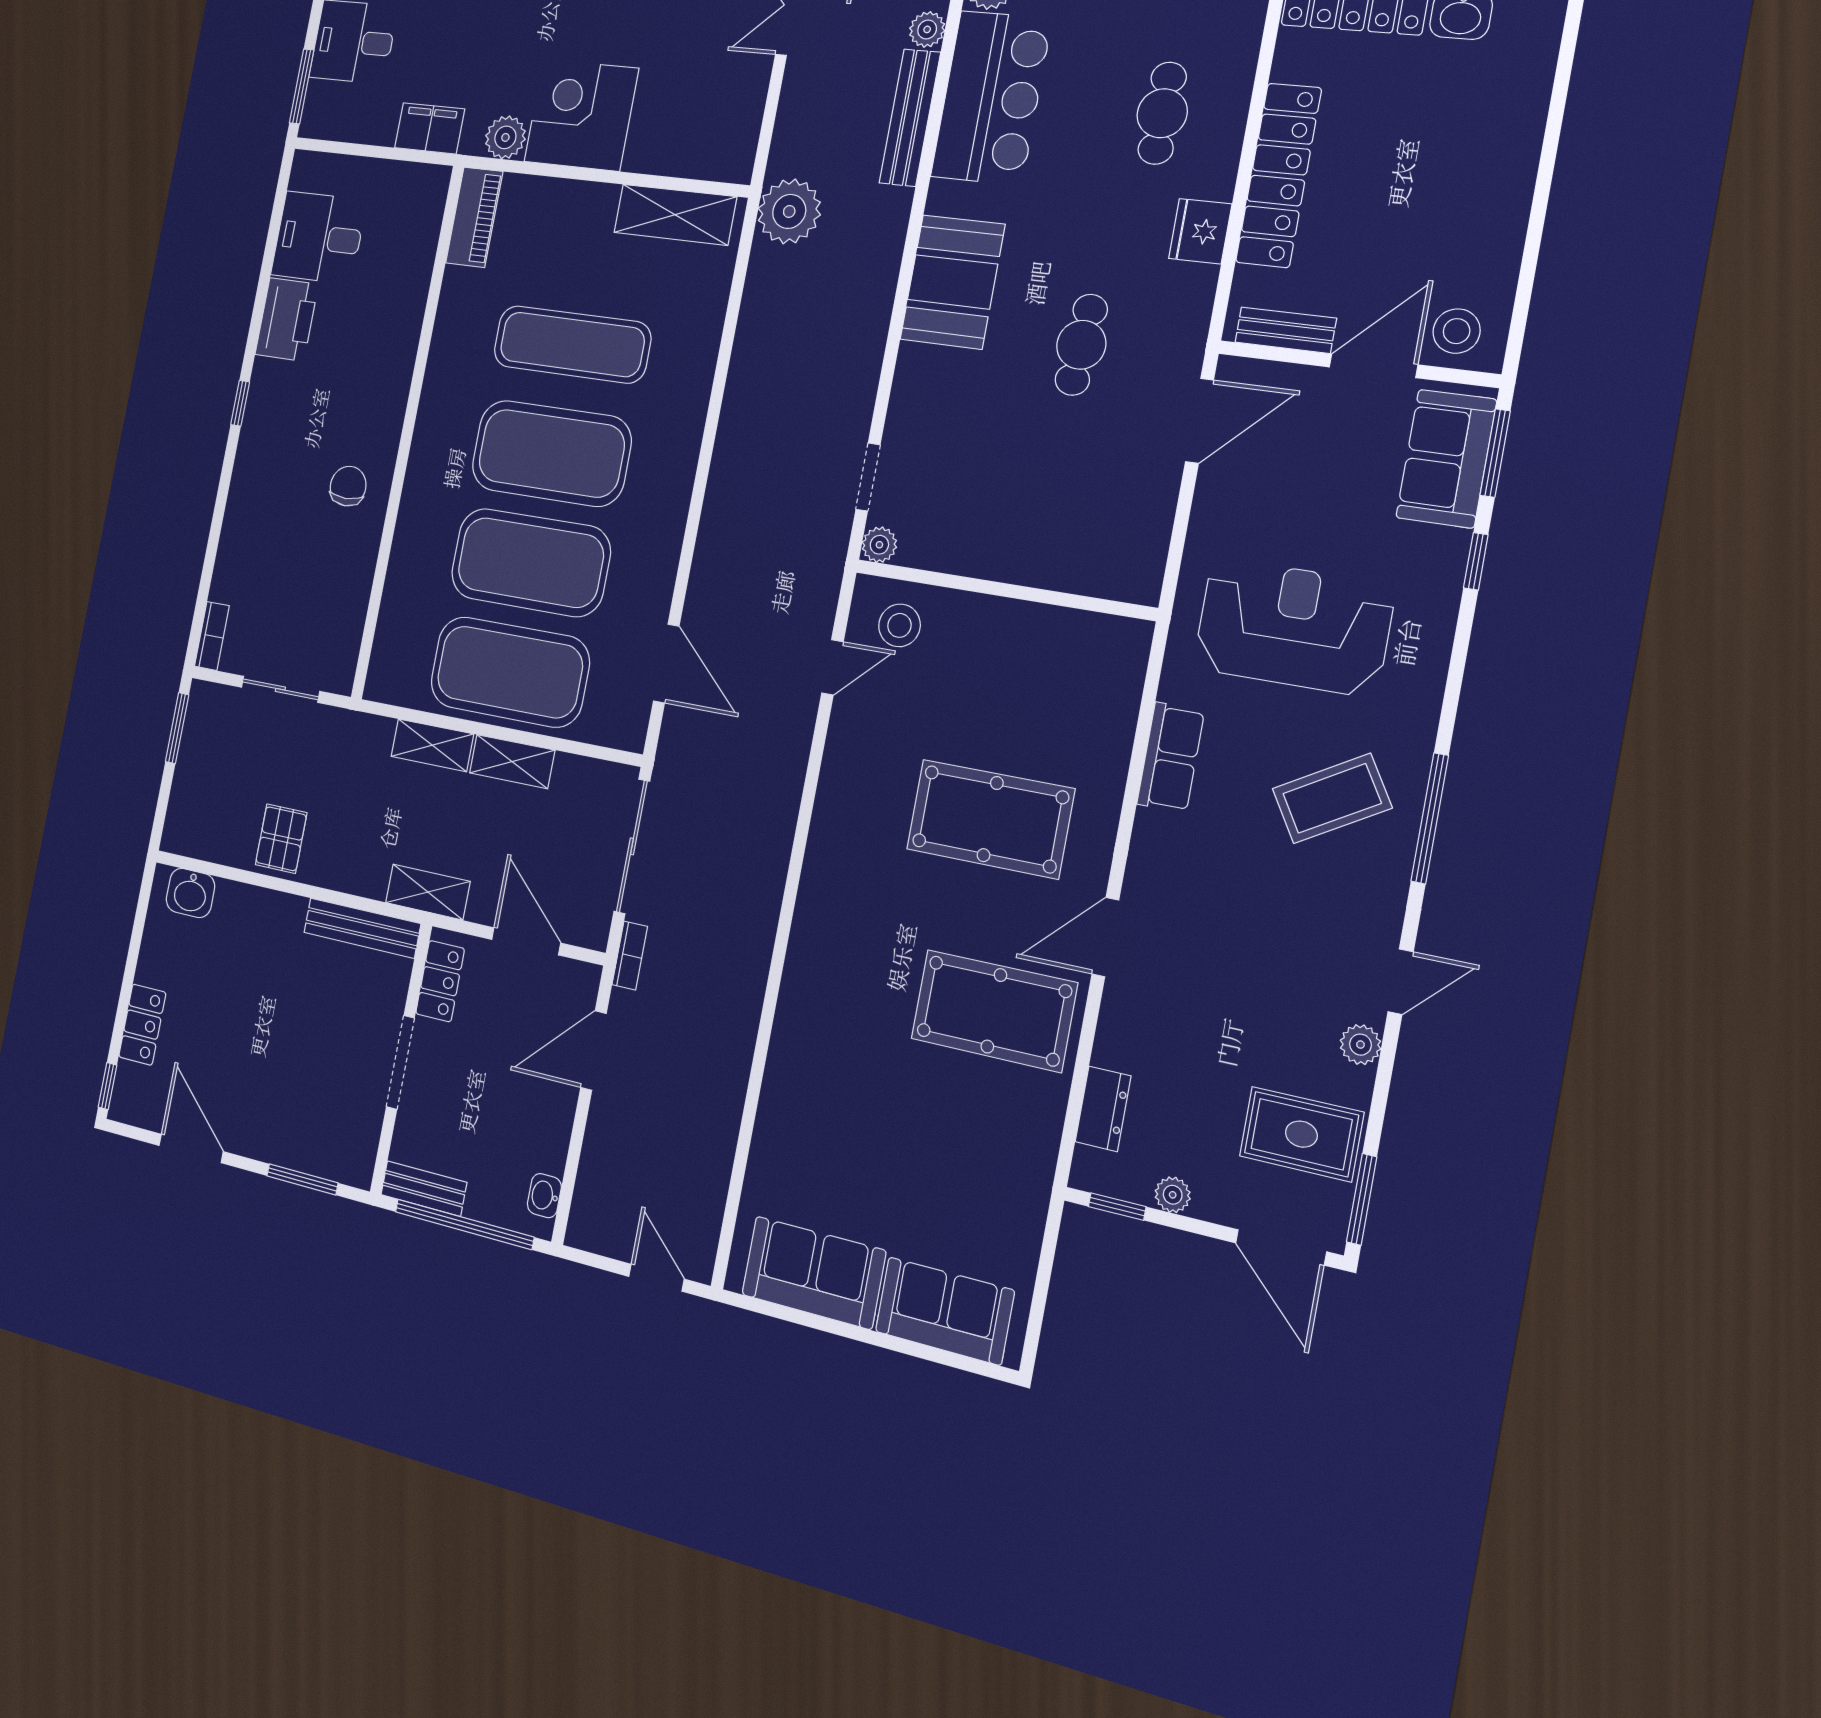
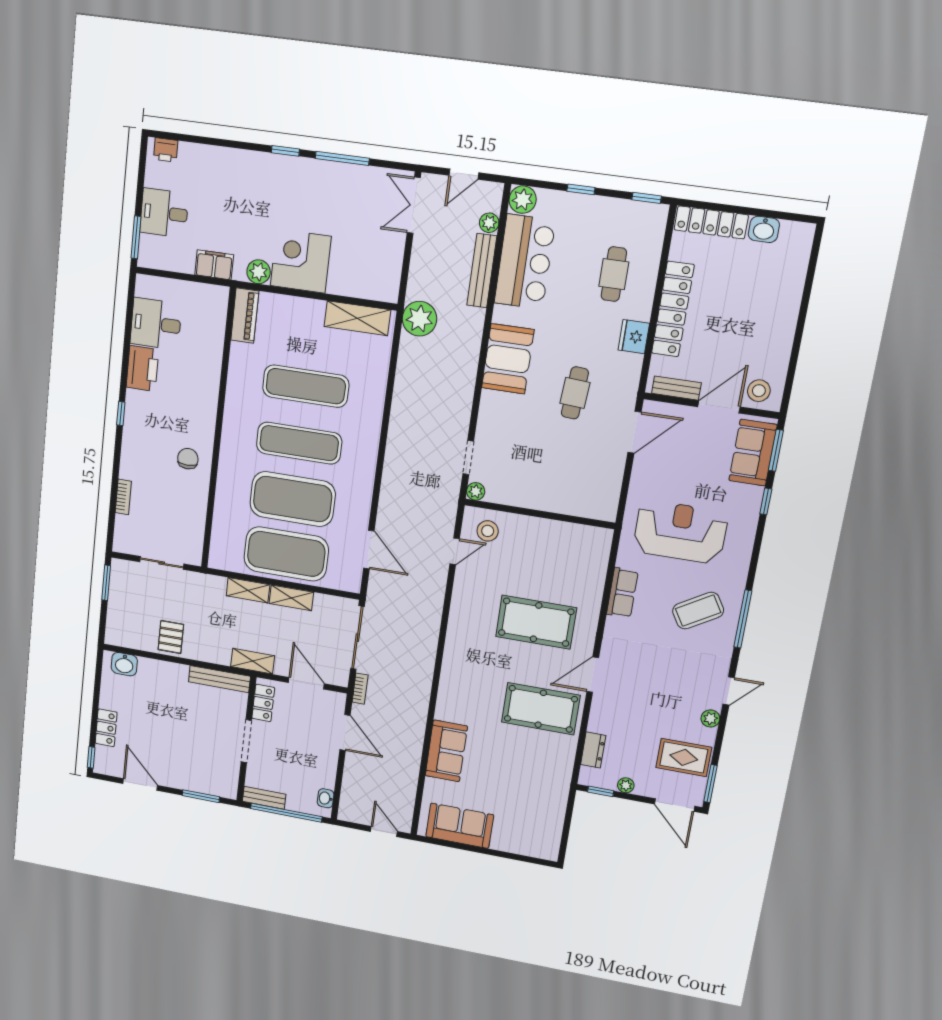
exercise mat: (551, 453) -> (299, 443), width x0.68
bookcase: (212, 636) -> (123, 497), moved
door: (593, 1051) -> (345, 733), swing flipped
sofa: (945, 1311) -> (446, 751), moved, turned 90

